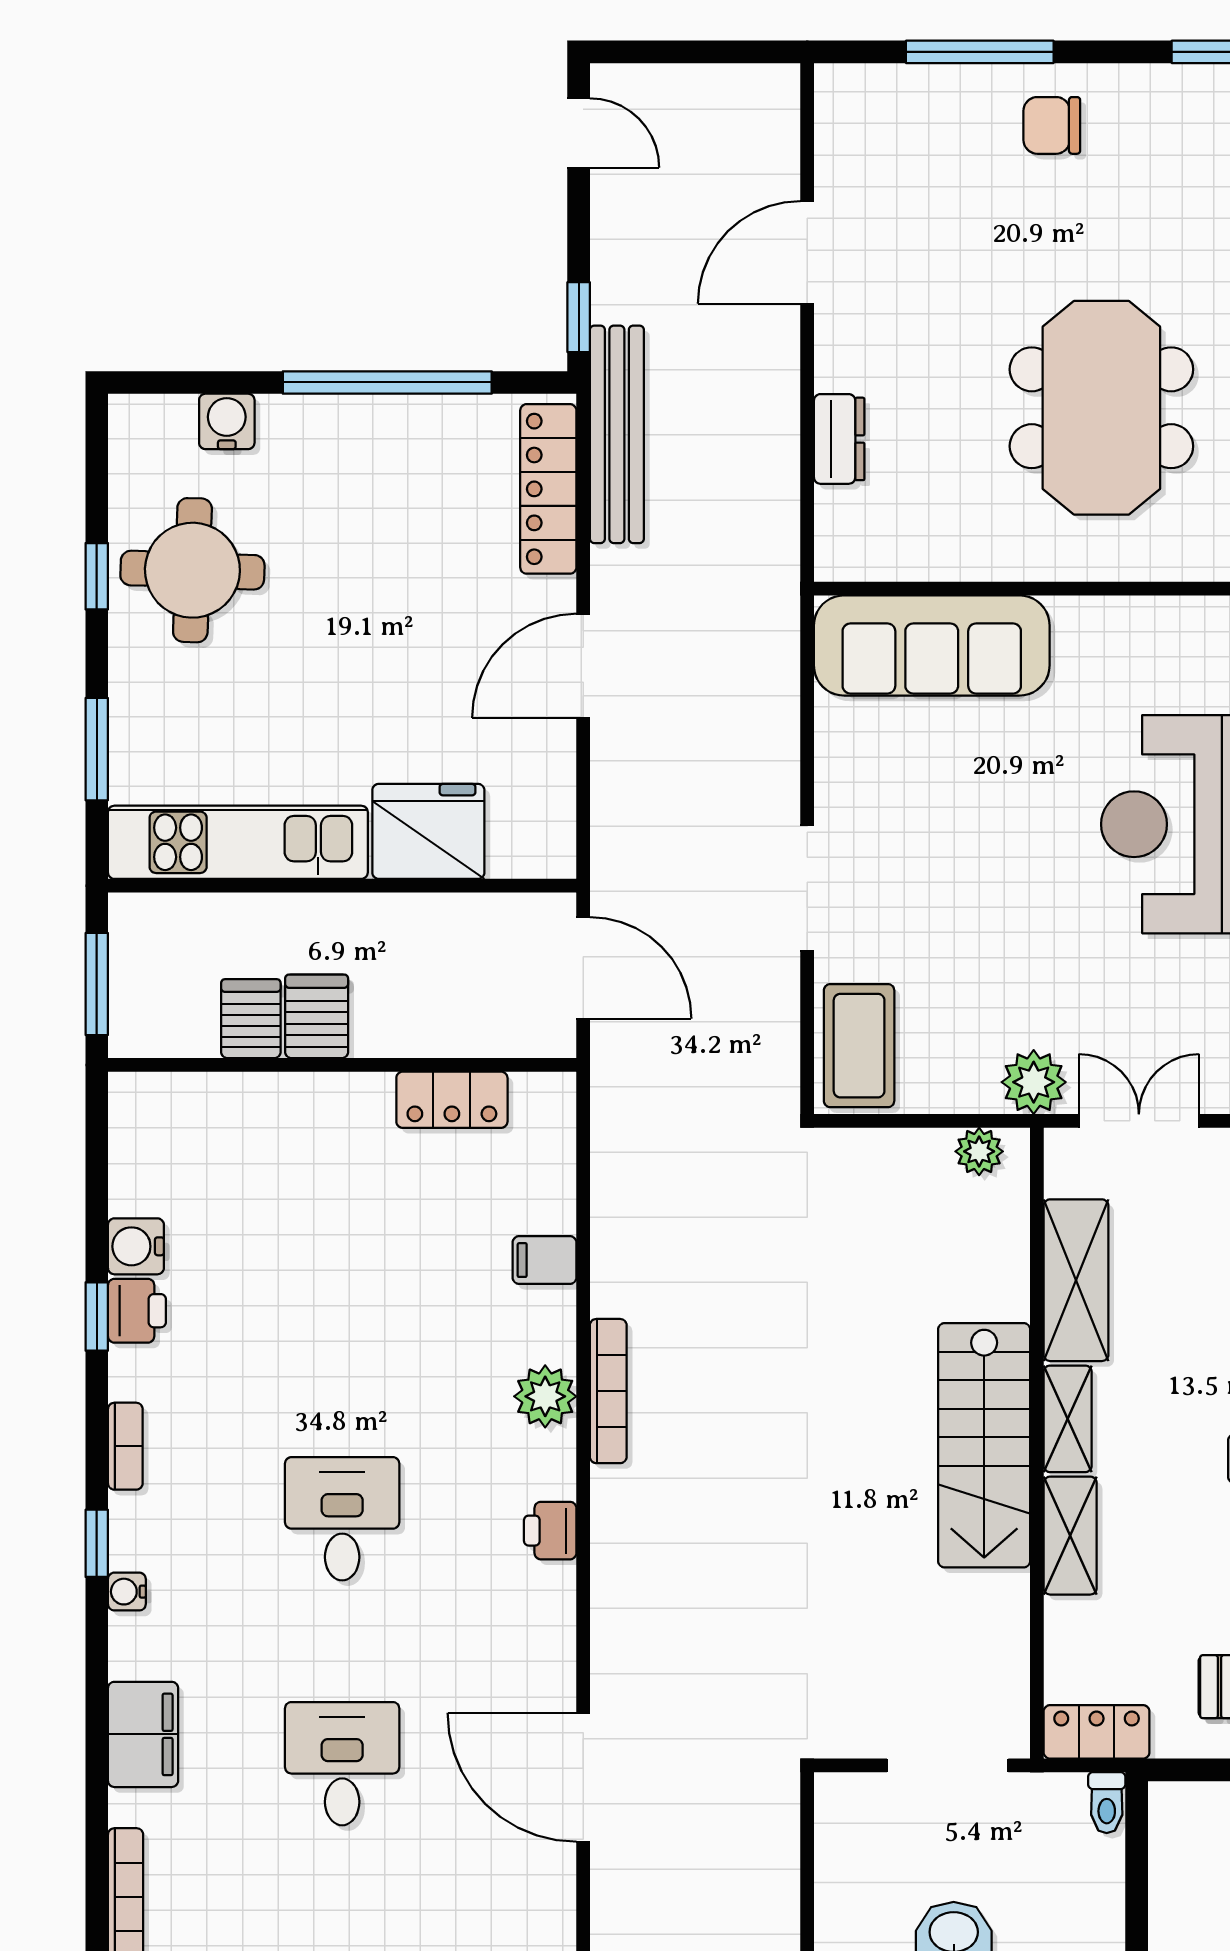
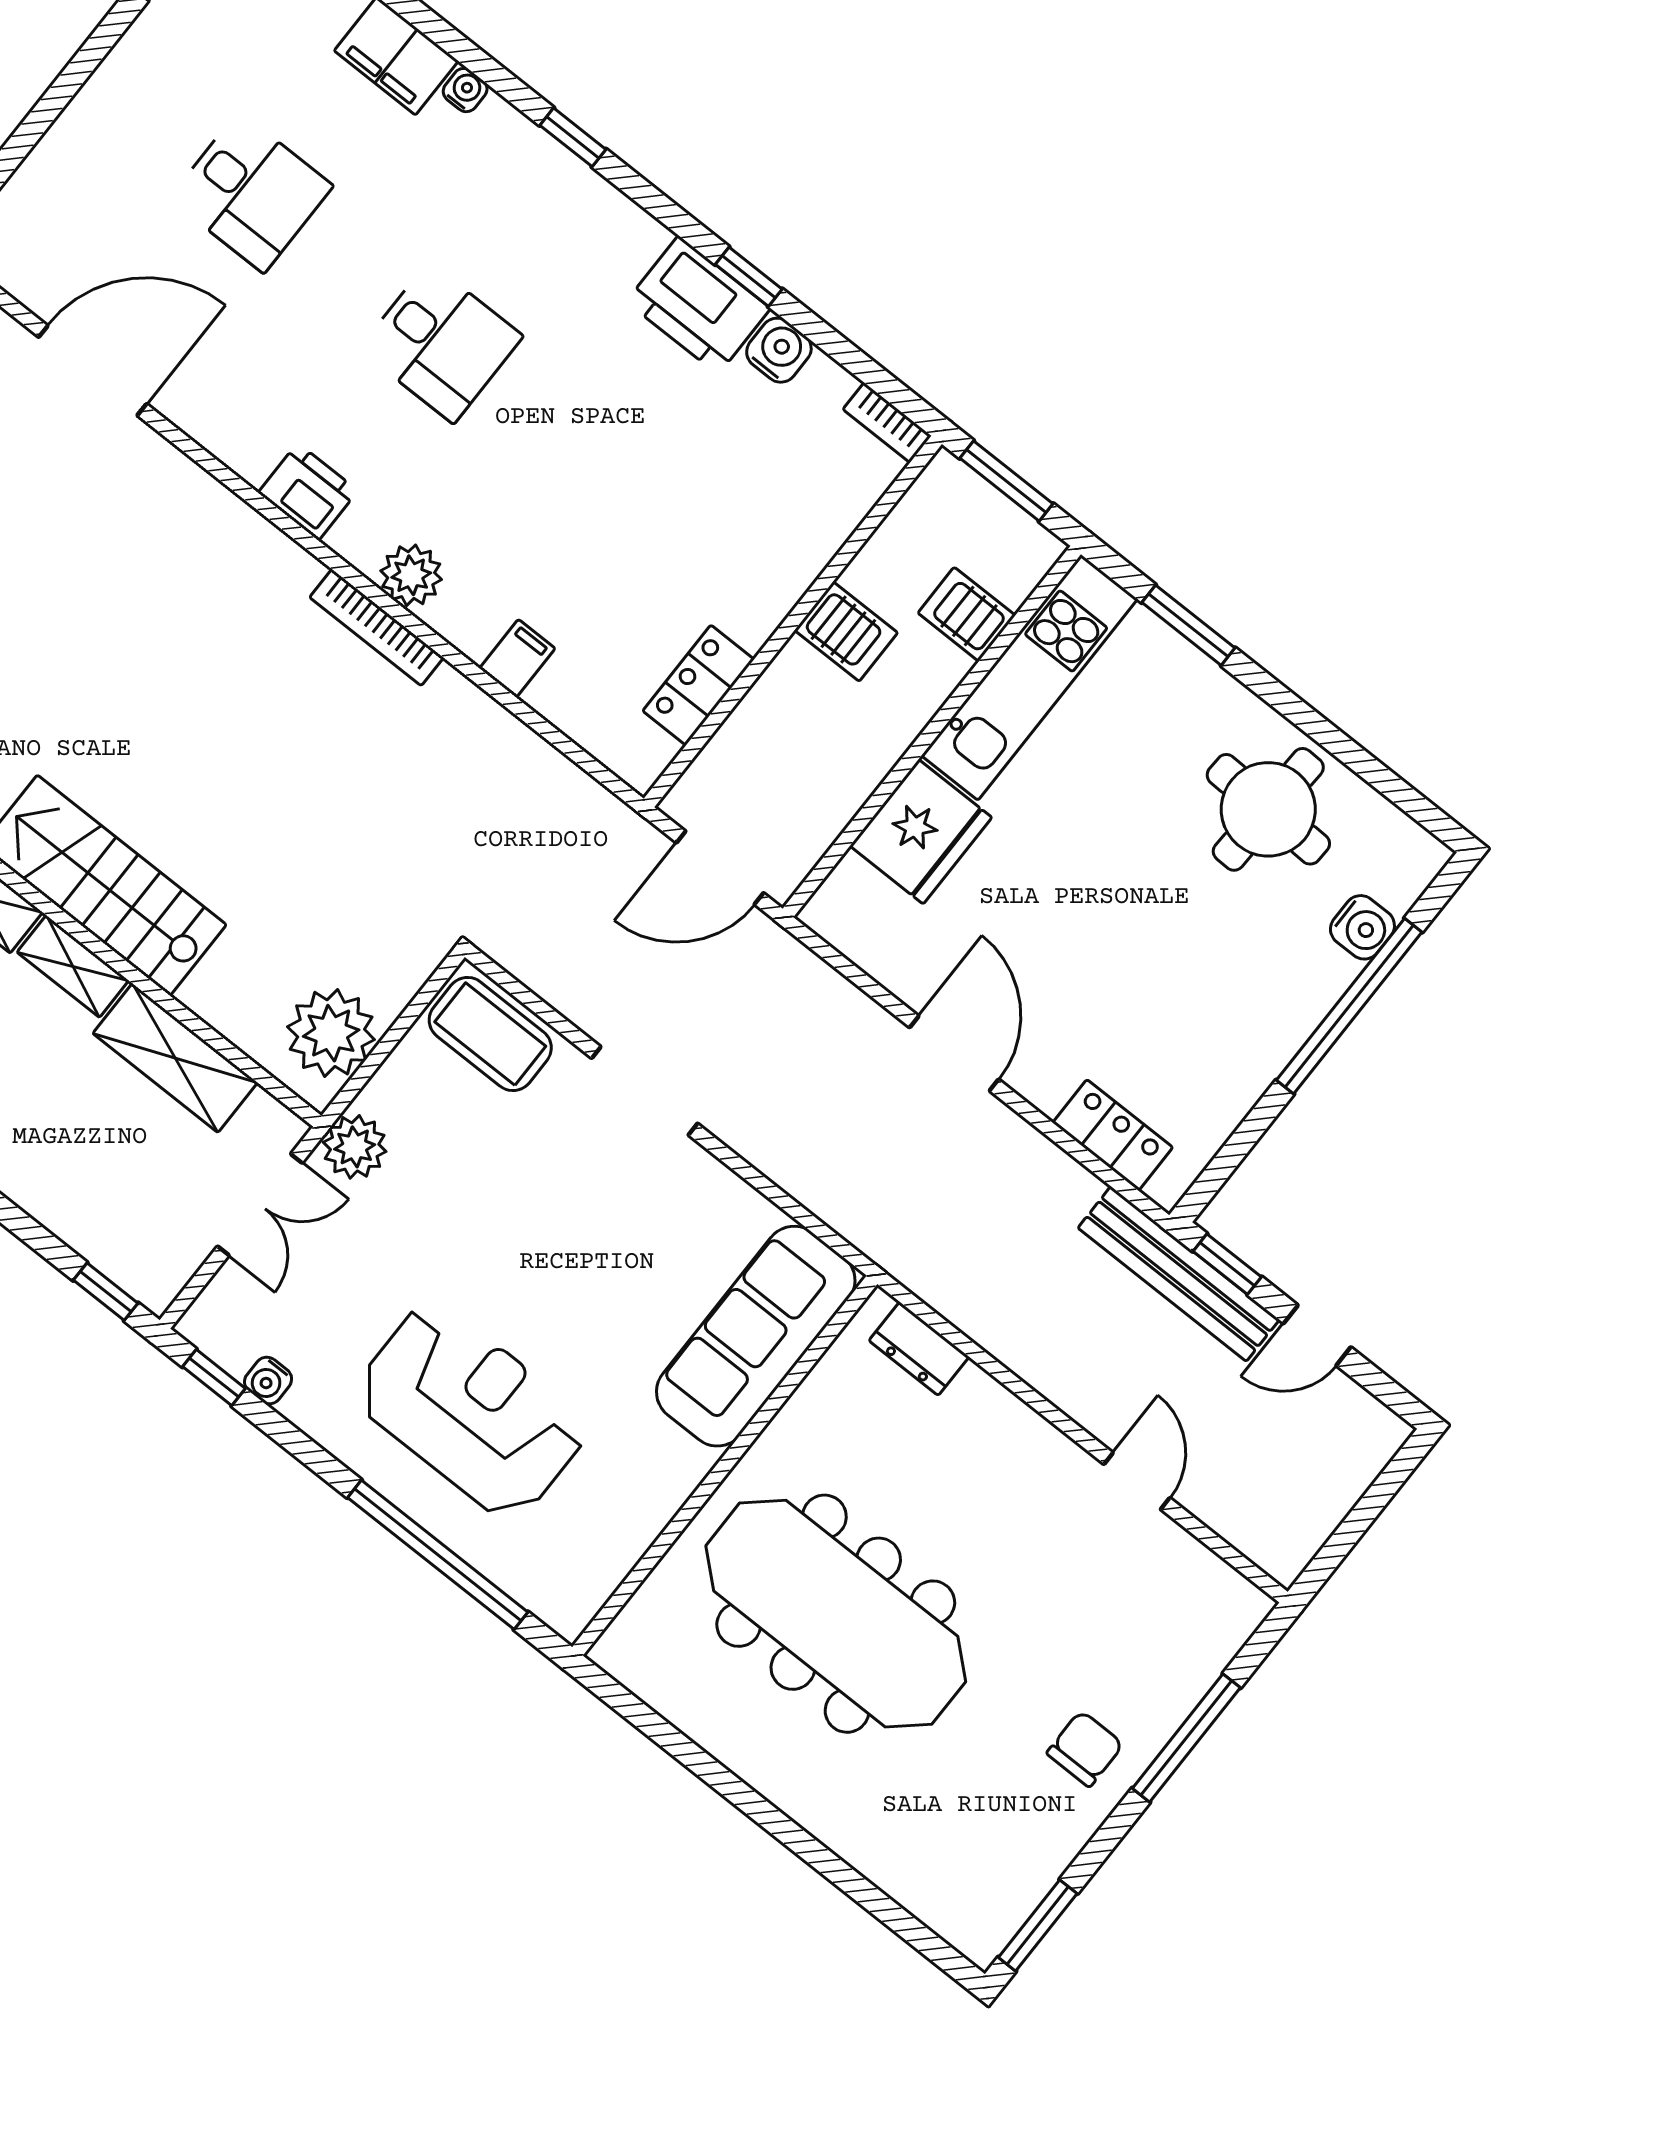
door: (579, 133) -> (1317, 1335), moved
door: (807, 252) -> (1137, 1481), width x0.73
window: (387, 382) -> (1349, 1006), moved
meeting table: (1101, 408) -> (836, 1614), width x1.36
bench: (617, 434) -> (1179, 1274), moved
dresser: (839, 439) -> (919, 1349), moved
locker: (548, 489) -> (1113, 1135), width x0.66
window: (97, 576) -> (1322, 731), removed
server rack: (251, 1019) -> (967, 614), moved, turned 180
plant: (979, 1151) -> (331, 1033), width x1.88, depth x1.88
printer: (137, 1311) -> (698, 305), width x1.87, depth x1.48
bookcase: (125, 1446) -> (887, 423), moved
printer: (550, 1531) -> (308, 492), width x1.36, depth x1.24
water cooler: (127, 1592) -> (465, 90), moved

